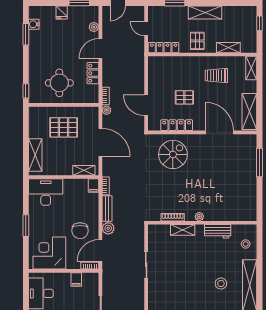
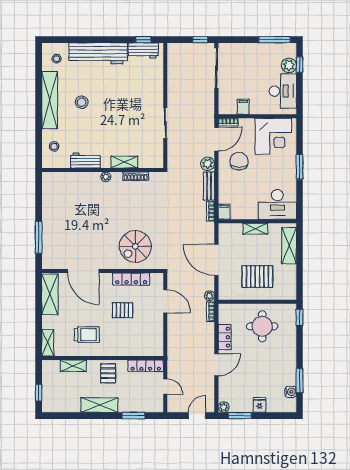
plant: (94, 27) -> (224, 407), moved
shelving: (84, 170) -> (255, 229), moved

